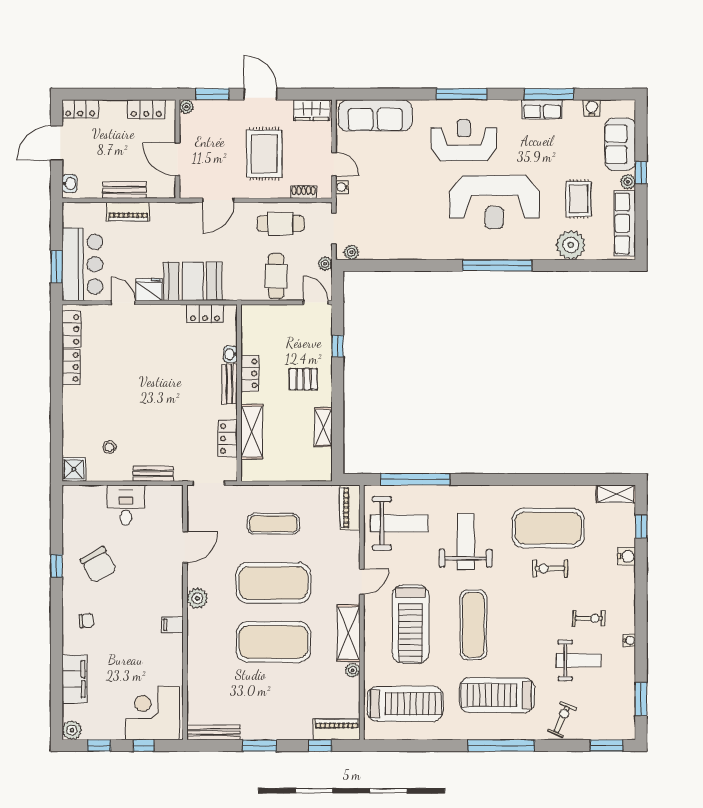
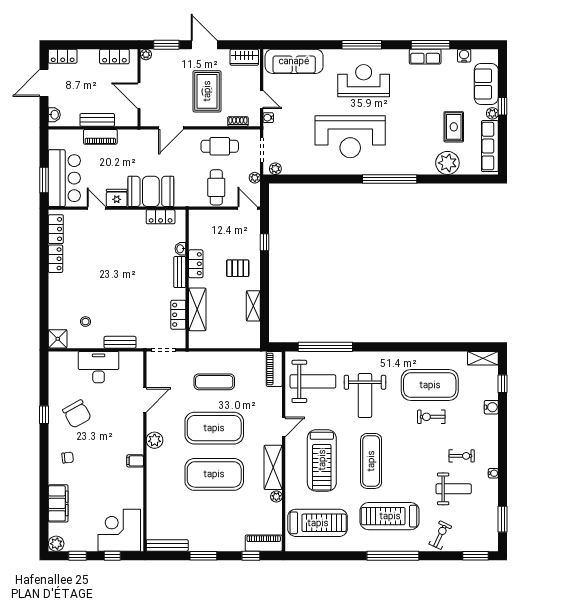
reception desk: (494, 202) -> (350, 137), moved
desk: (126, 505) -> (99, 367), width x1.37
weight bench: (466, 541) -> (365, 396), turned 180

